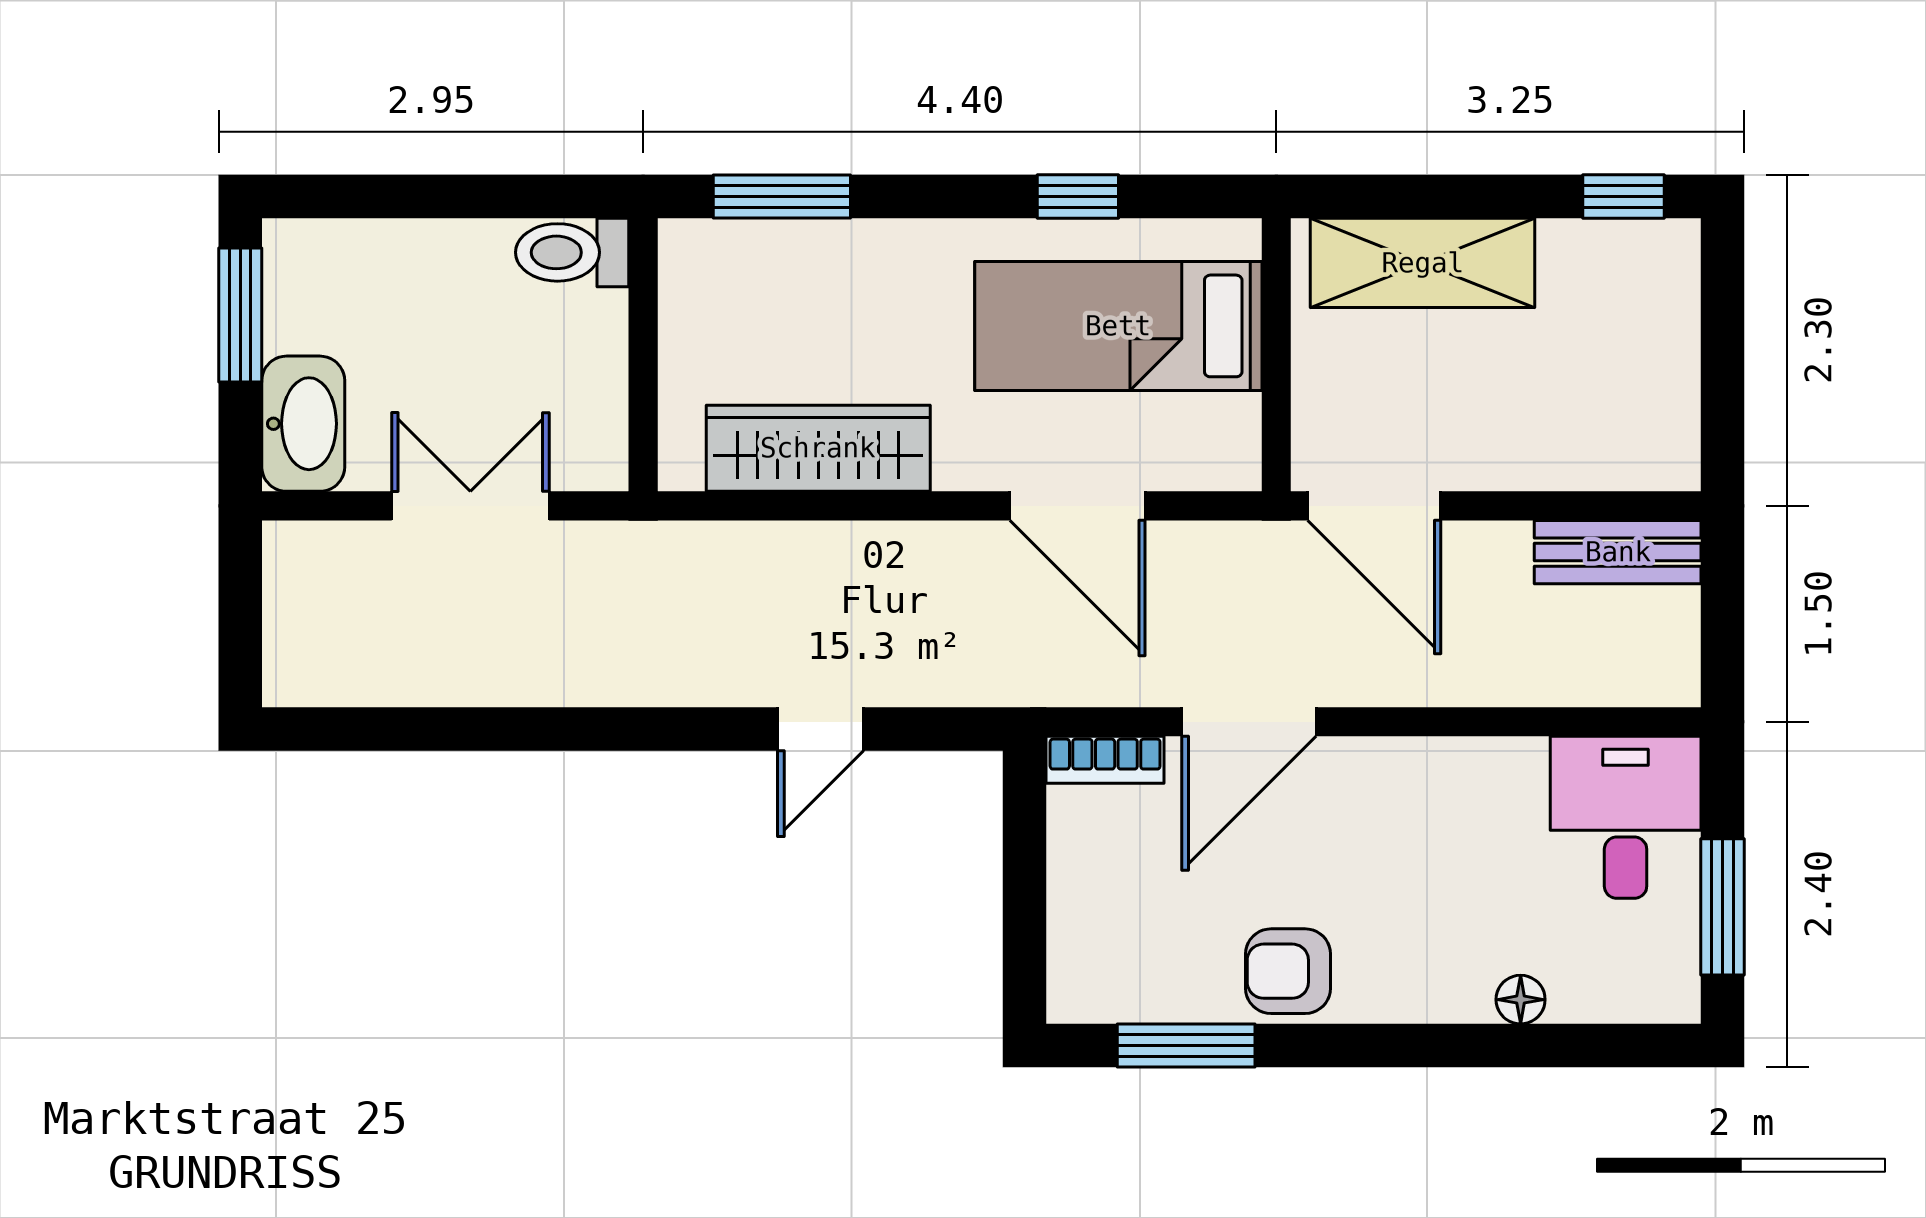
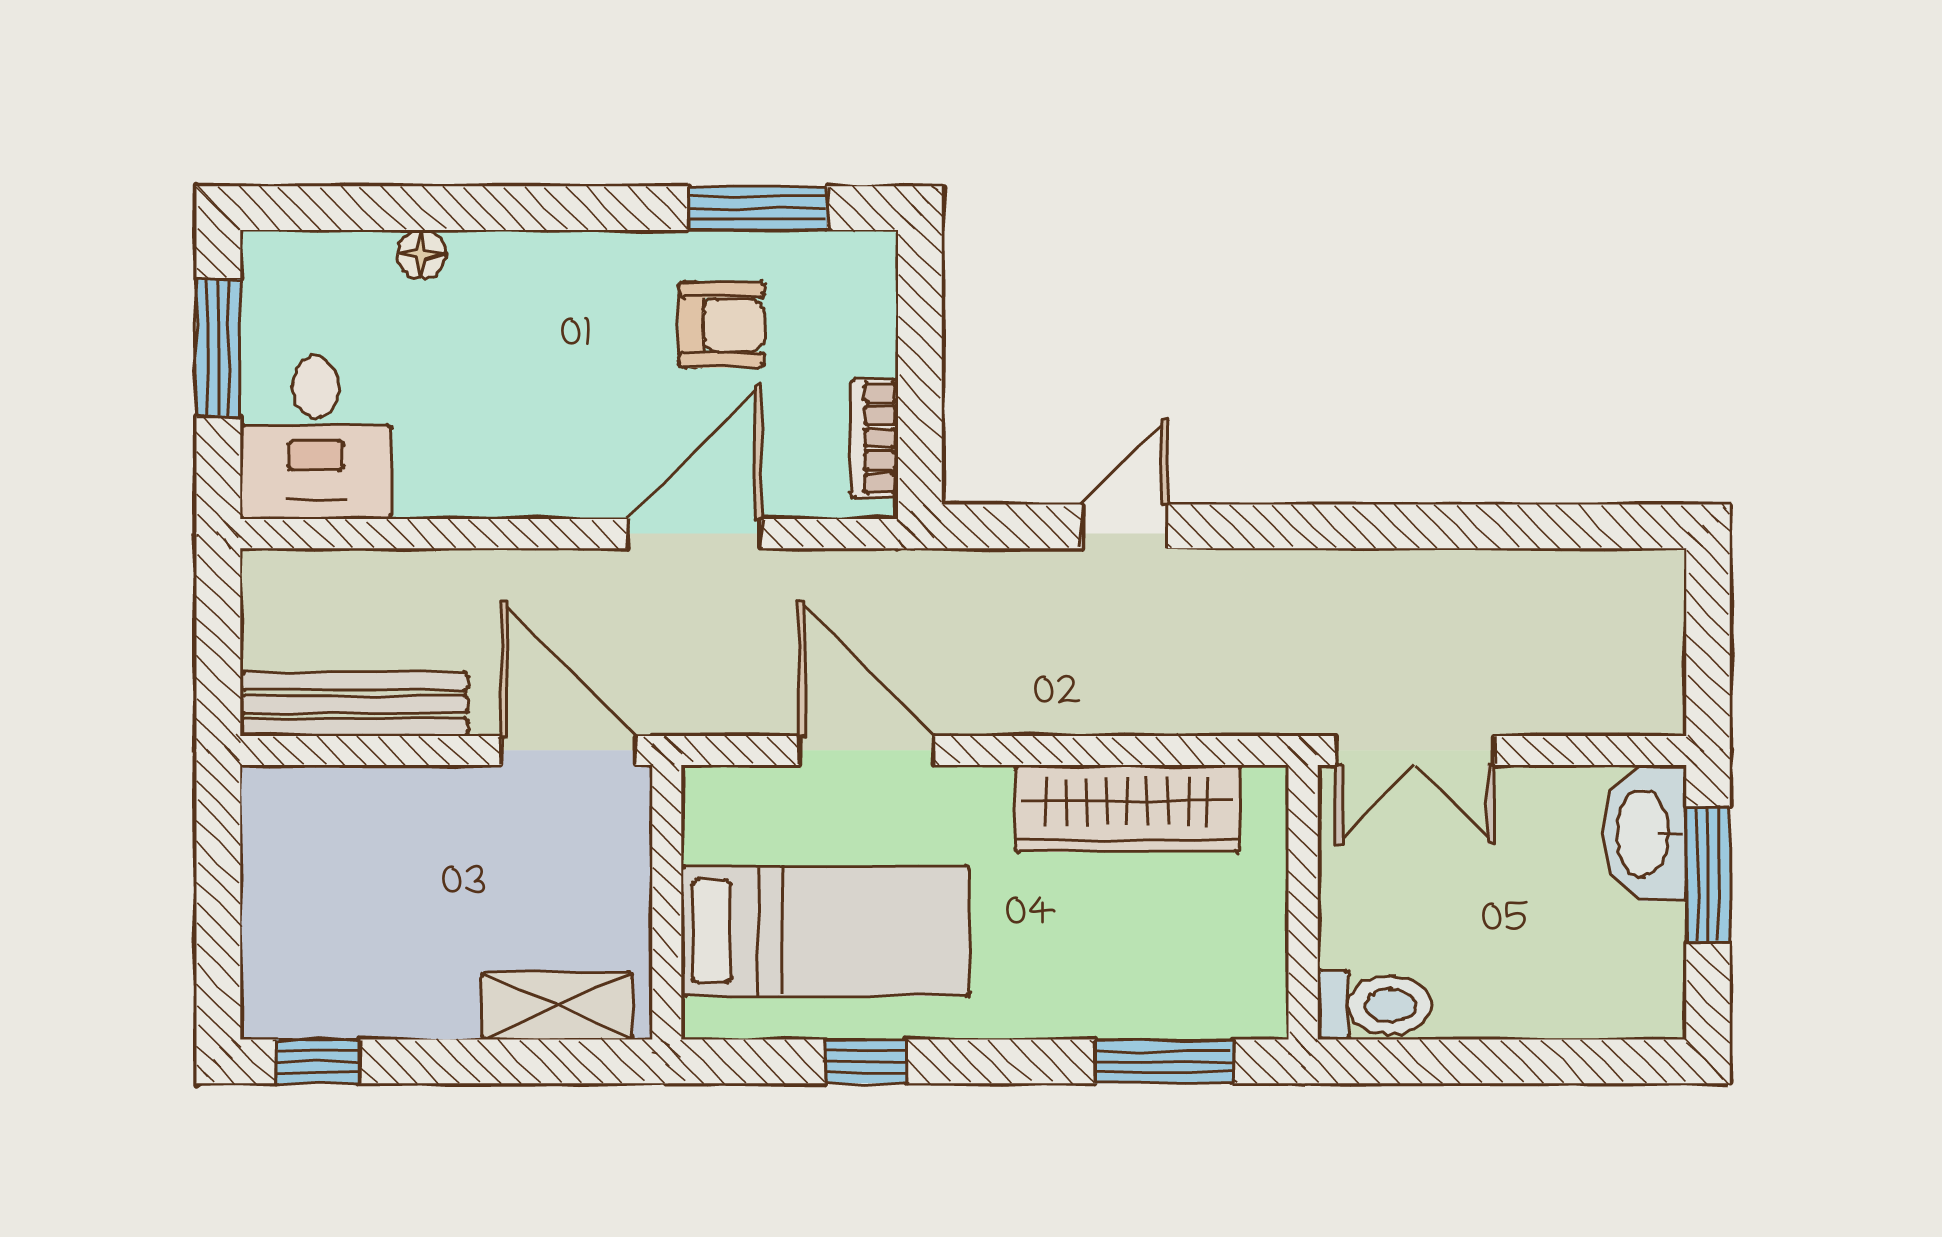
shelving: (1423, 263) -> (557, 1006), width x0.67, depth x0.75
window: (240, 315) -> (1708, 874), moved
double door: (470, 506) -> (1415, 750), moved
bench: (1618, 552) -> (354, 704), width x1.36
bookcase: (1105, 760) -> (874, 438), moved, turned -90
armchair: (1288, 971) -> (722, 325), moved

